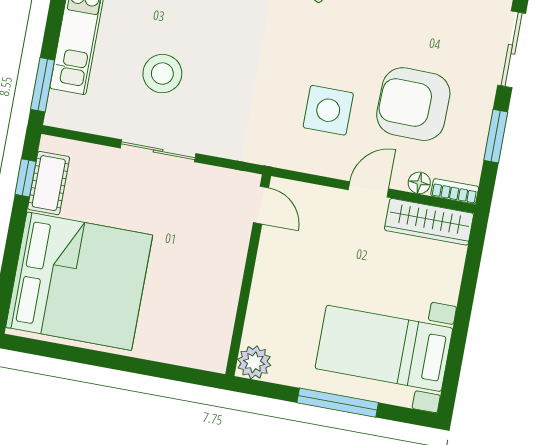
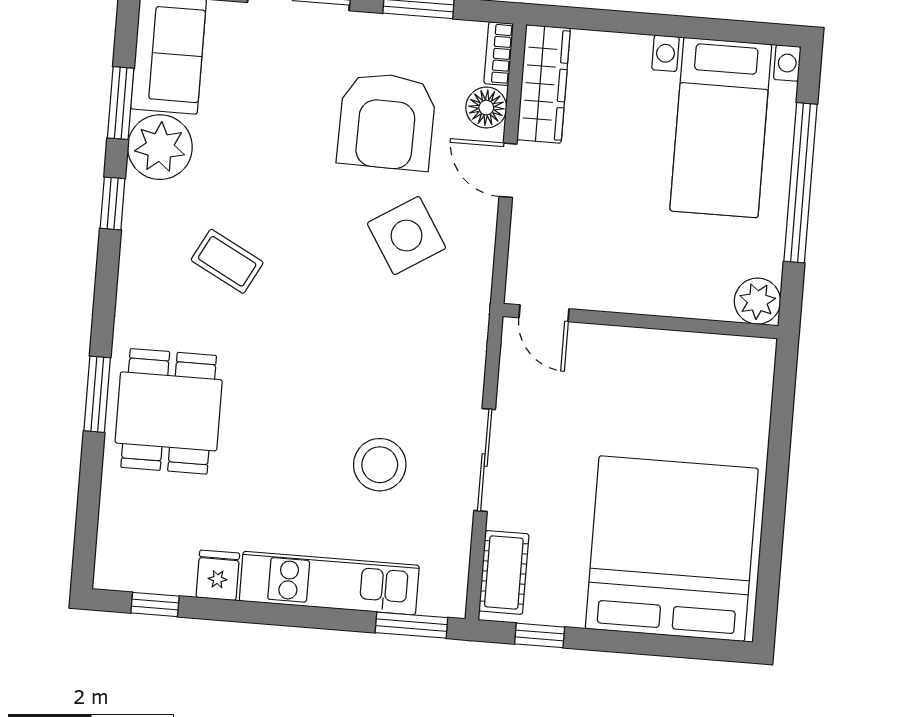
side table: (328, 110) -> (407, 236), turned -32
cot: (49, 183) -> (504, 572), moved, turned 90
floor lamp: (419, 183) -> (486, 108), width x1.37, depth x1.37
door: (261, 205) -> (544, 313), swing flipped
window: (338, 403) -> (800, 183), width x1.46

